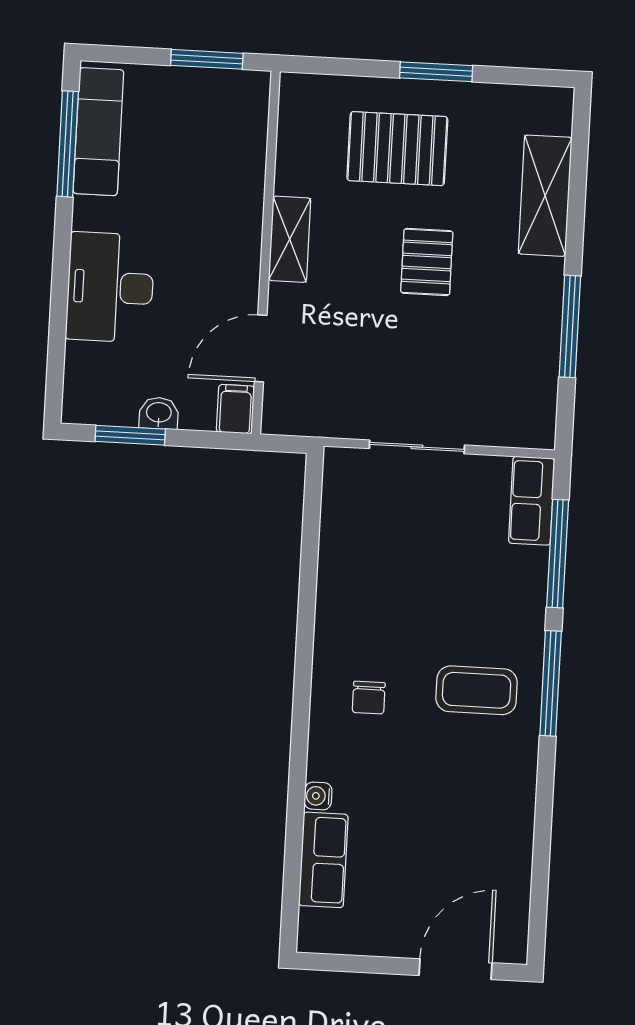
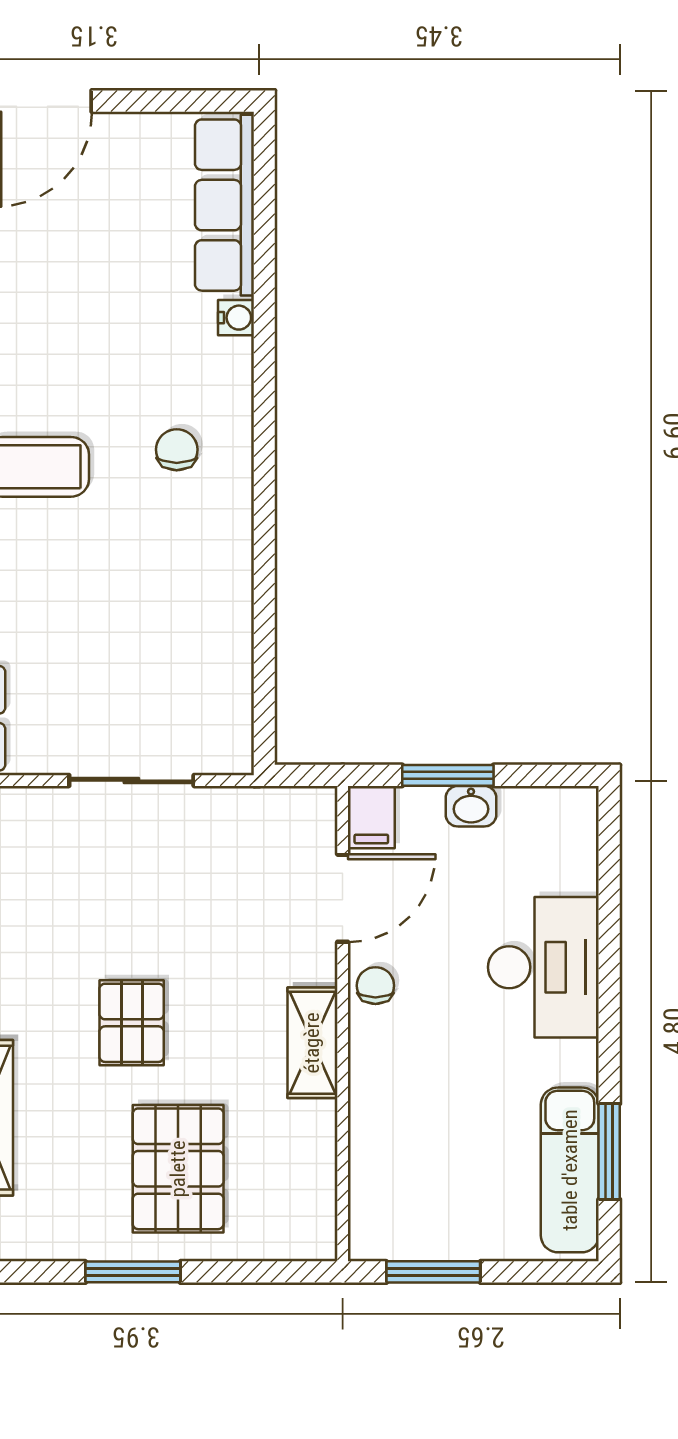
window: (68, 144) -> (609, 1152), width x0.69
pallet: (397, 149) -> (178, 1169), turned 90
chair: (239, 280) -> (375, 986), added
window: (130, 435) -> (448, 775), moved
row of seats: (323, 860) -> (224, 205), width x1.48

